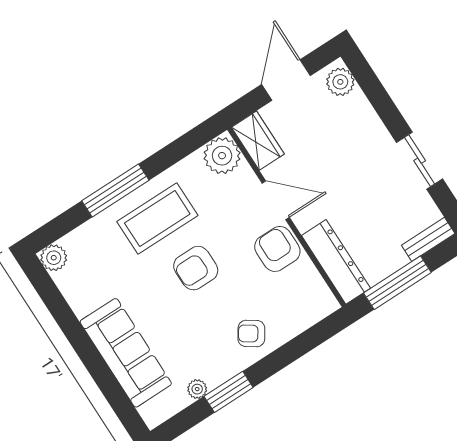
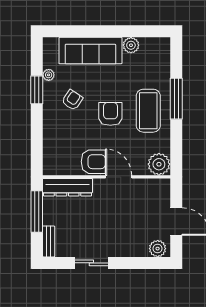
wardrobe: (258, 141) -> (155, 187), removed
door: (276, 200) -> (119, 177), swing flipped
plant: (54, 258) -> (131, 45), moved
armchair: (251, 334) -> (72, 100), moved

